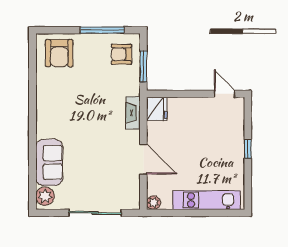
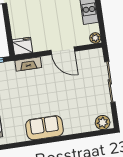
door: (143, 159) -> (63, 51), swing flipped
sofa: (49, 162) -> (45, 128), moved

